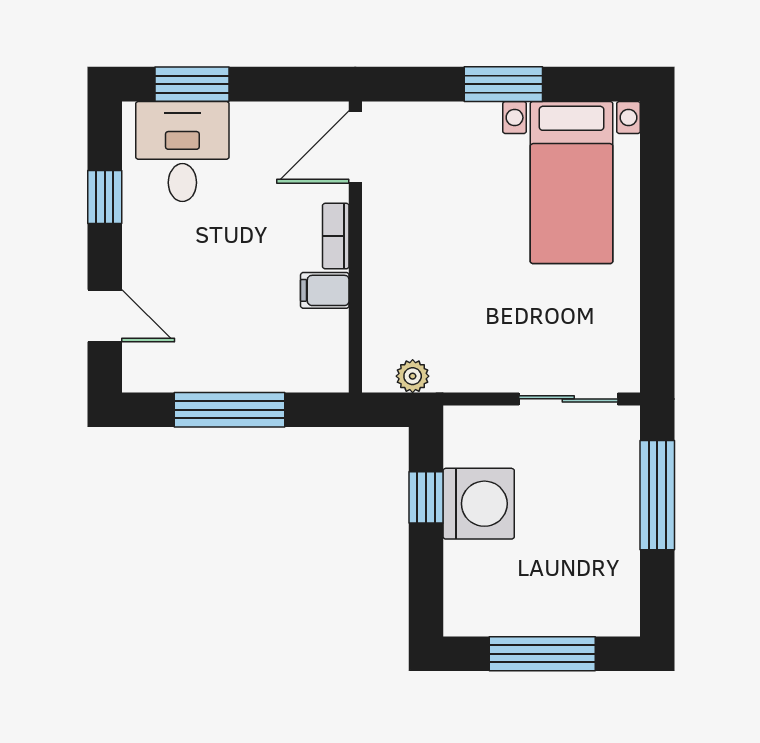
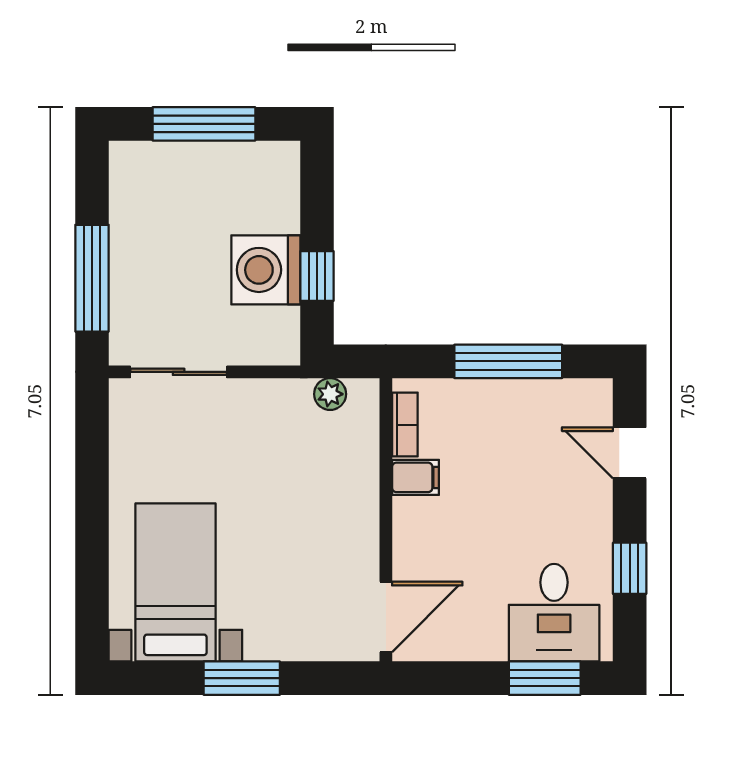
bookcase: (336, 236) -> (405, 425), moved

